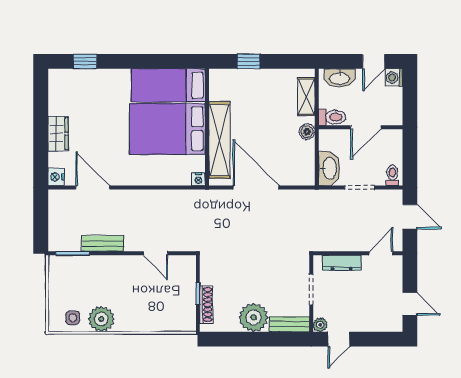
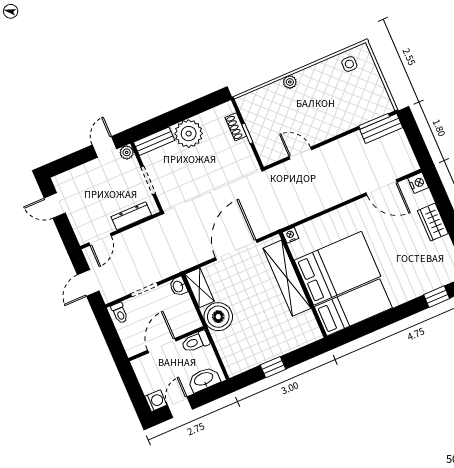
window: (249, 61) -> (273, 367), moved
shelving: (306, 97) -> (199, 288), moved
boiler: (307, 132) -> (218, 317), width x1.86, depth x1.86
washbasin: (329, 168) -> (178, 286), width x0.52, depth x0.69
door: (256, 187) -> (236, 250), swing flipped
door: (410, 217) -> (88, 283), hinge flipped
bench: (103, 243) -> (381, 129), moved
shoe rack: (206, 305) -> (236, 127), width x0.70
plant: (101, 319) -> (290, 82), moved, width x0.53, depth x0.53

